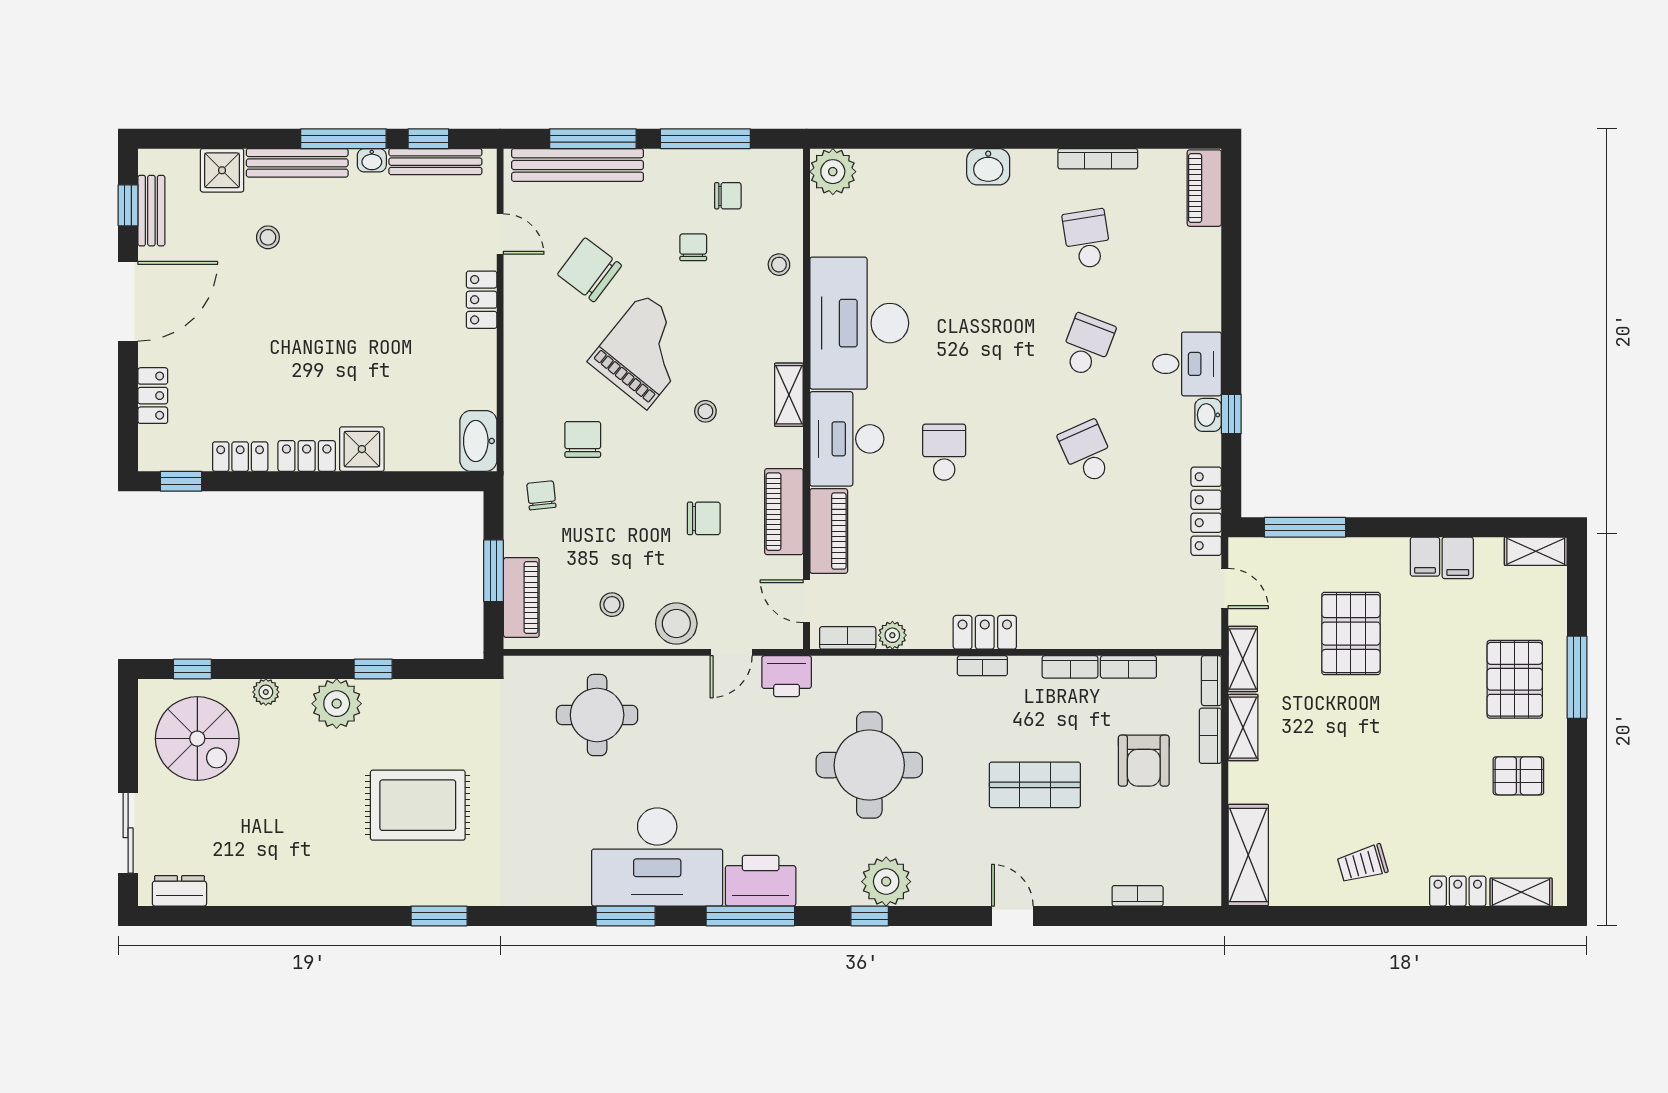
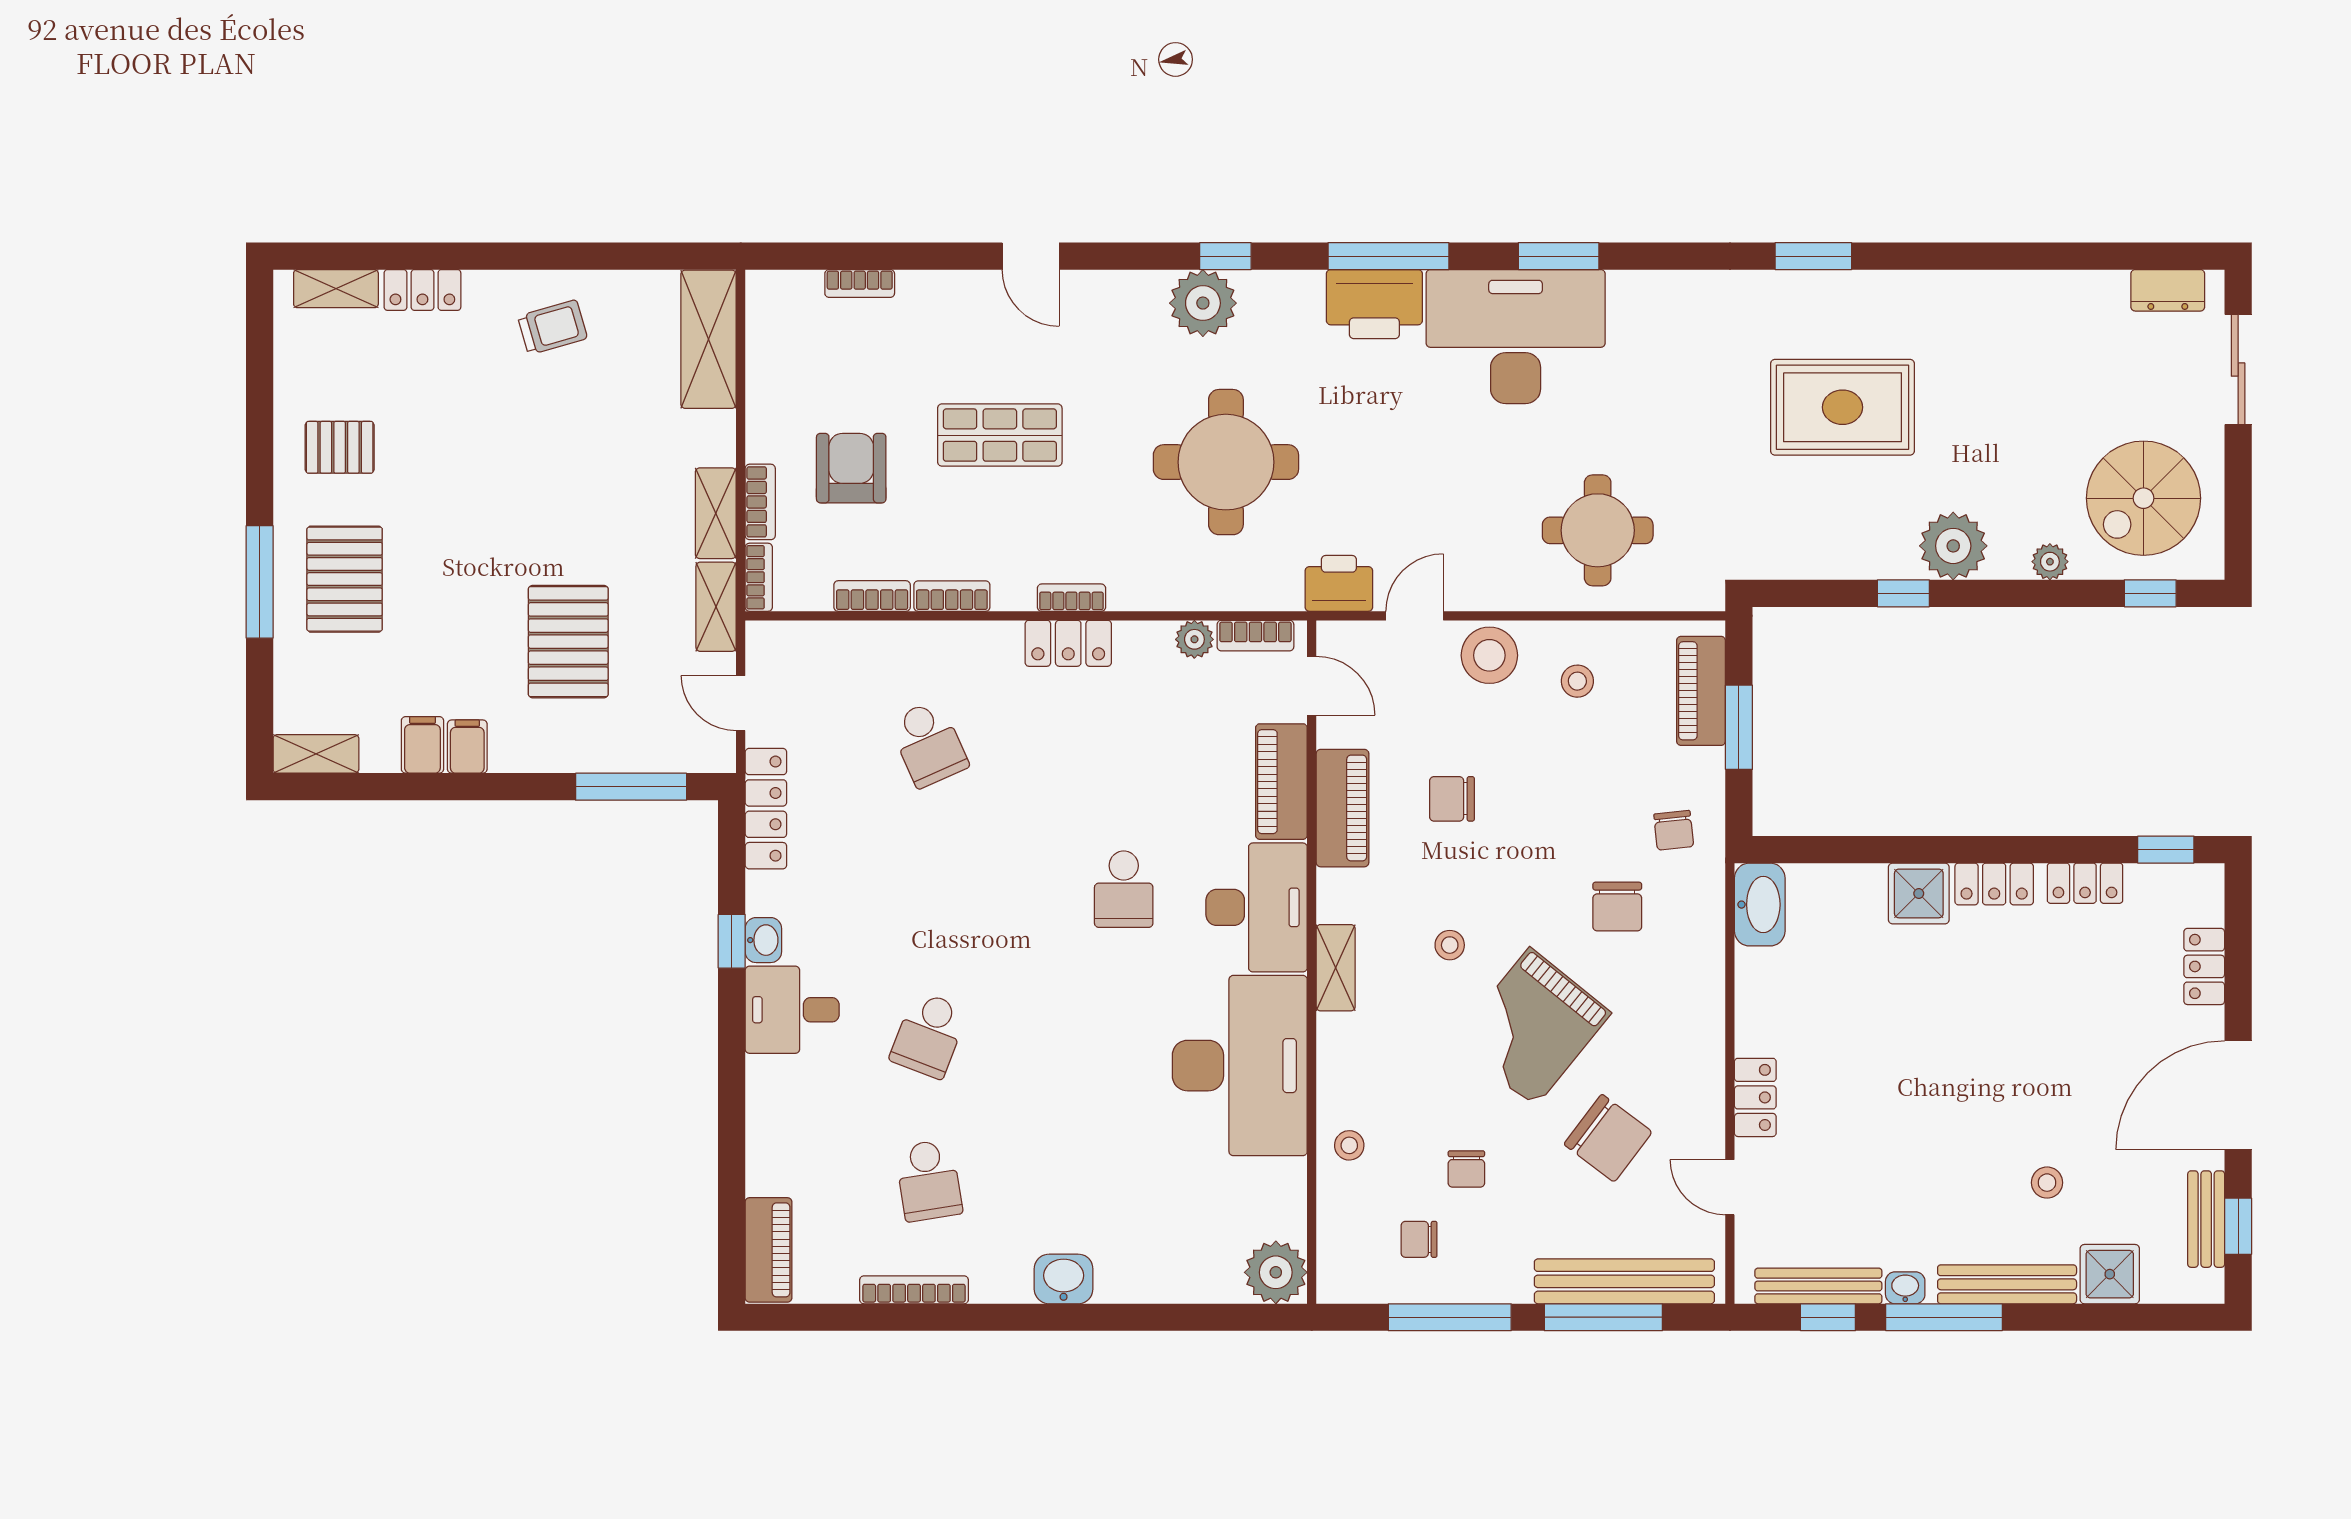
school desk: (1087, 452) -> (929, 744), moved
spiral stairs: (197, 739) -> (2143, 498), turned -90

